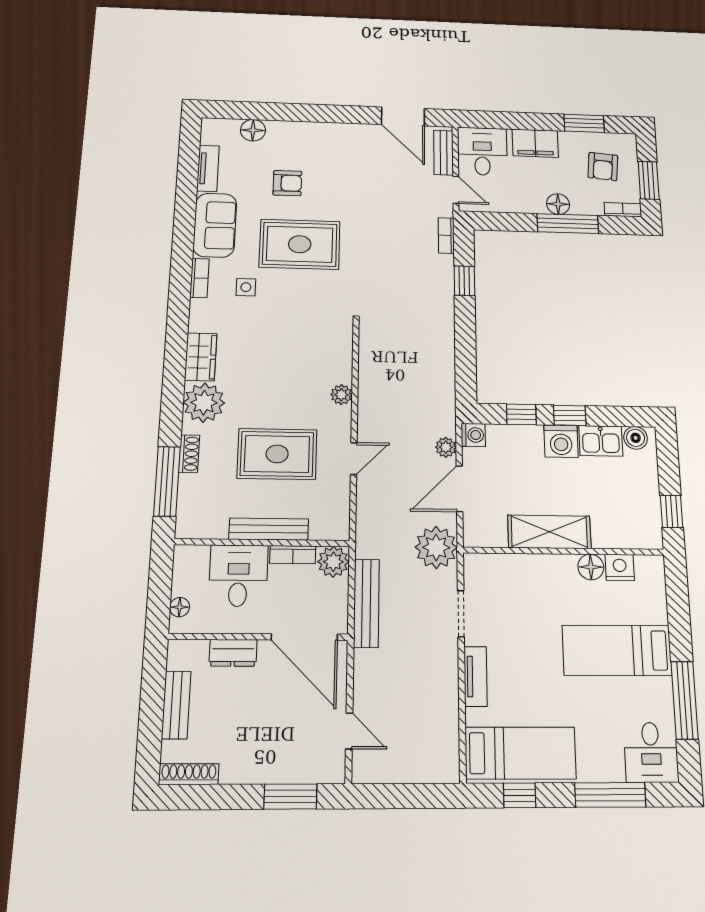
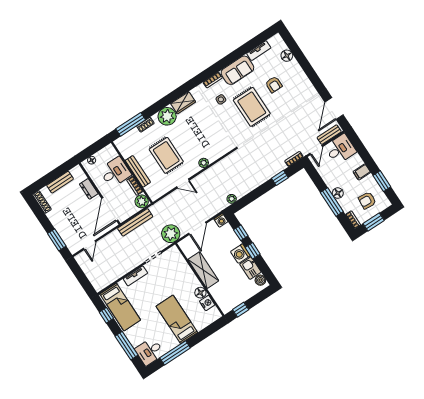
filing cabinet: (535, 143) -> (362, 172), width x0.50
plant: (446, 447) -> (232, 199), moved
door: (459, 489) -> (197, 228), swing flipped

